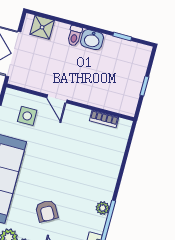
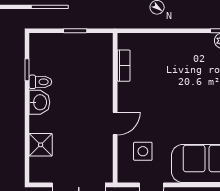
shower: (42, 27) -> (41, 145), moved
toilet: (75, 36) -> (40, 82), moved

